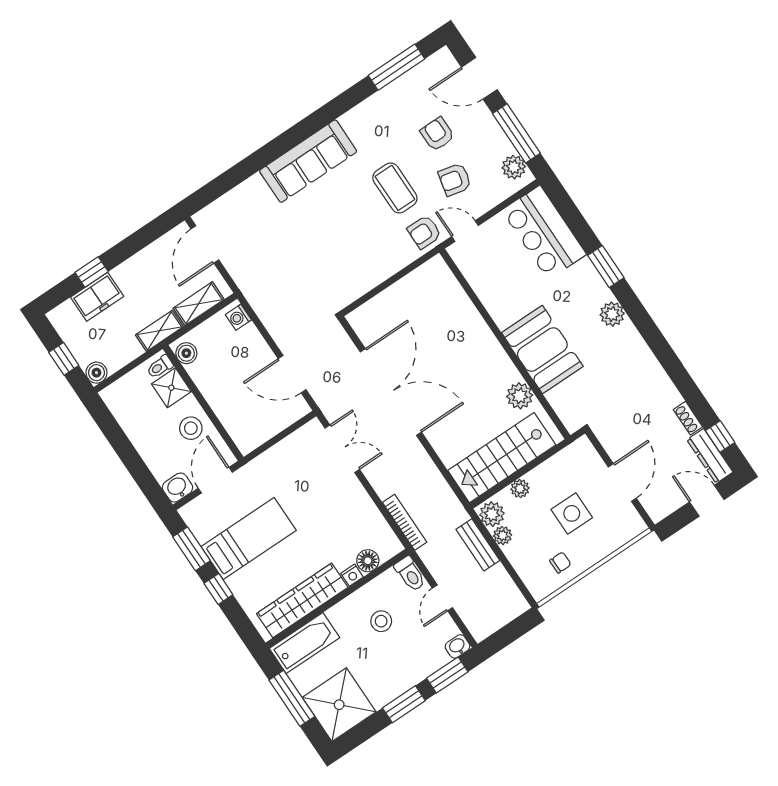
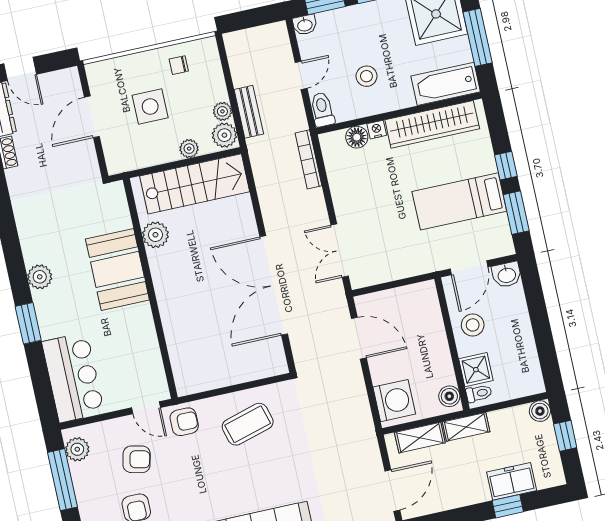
coffee table: (395, 188) -> (248, 424), moved, turned 74
washing machine: (238, 317) -> (394, 401), width x1.89, depth x1.89

